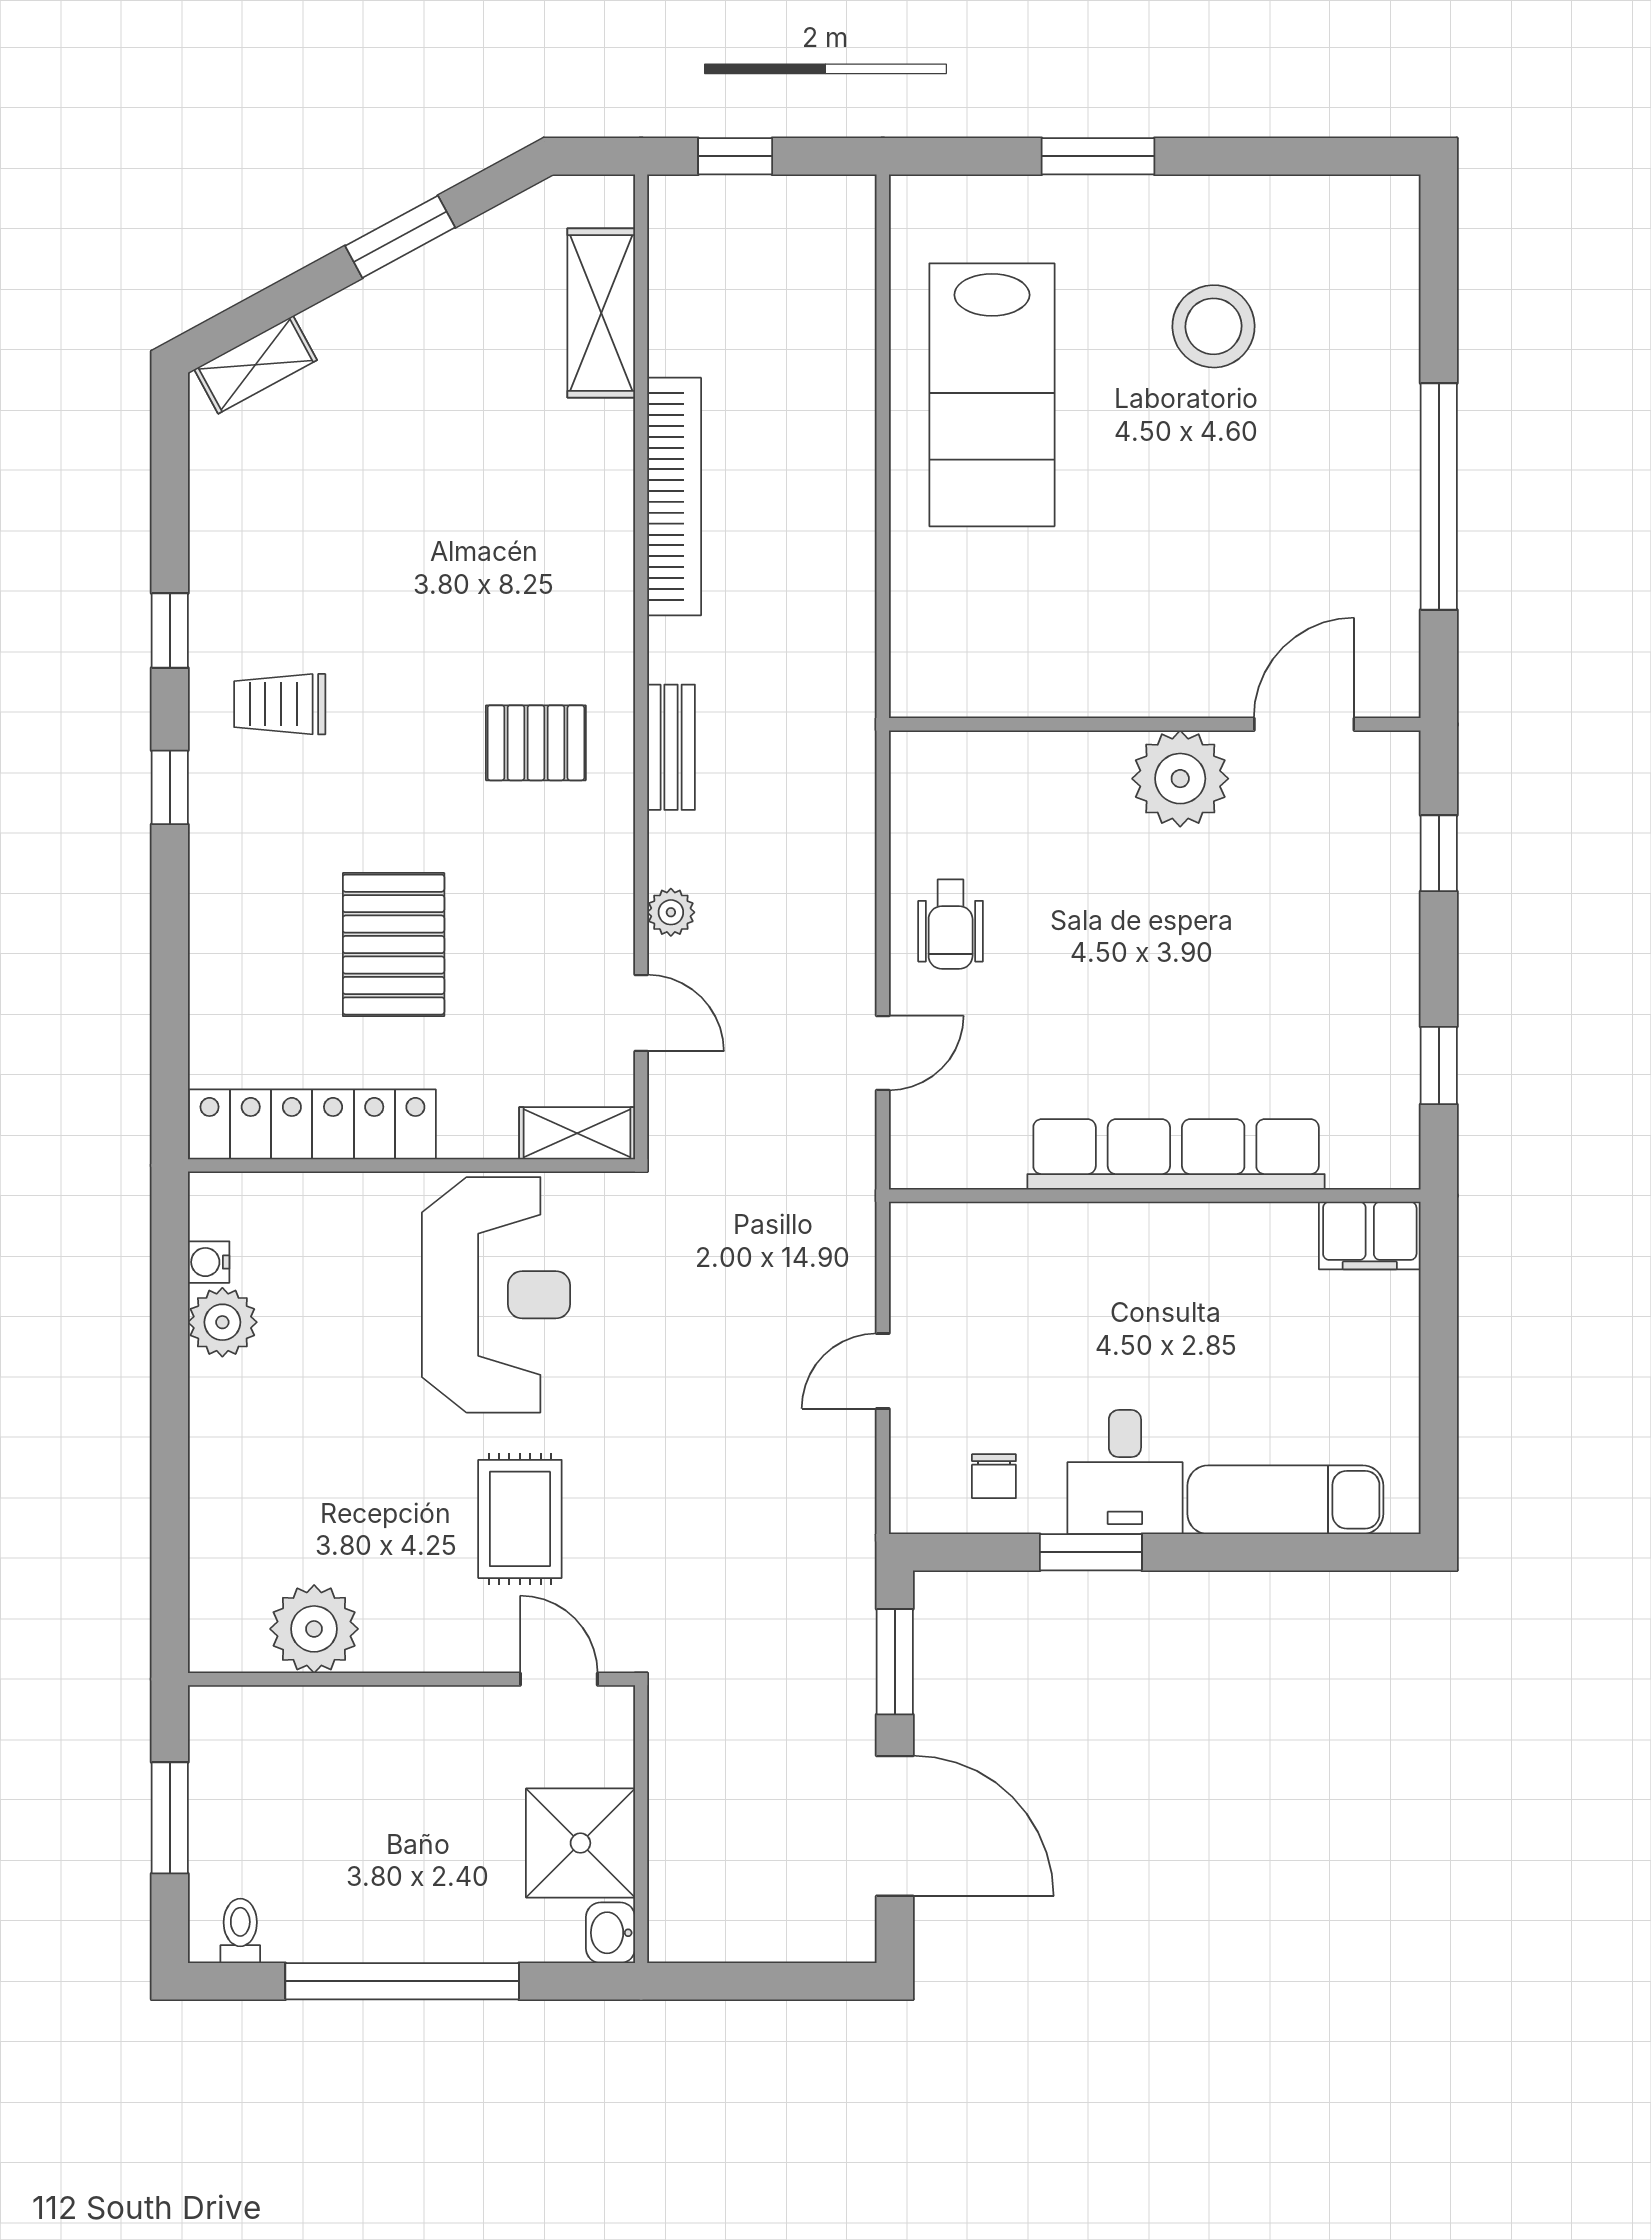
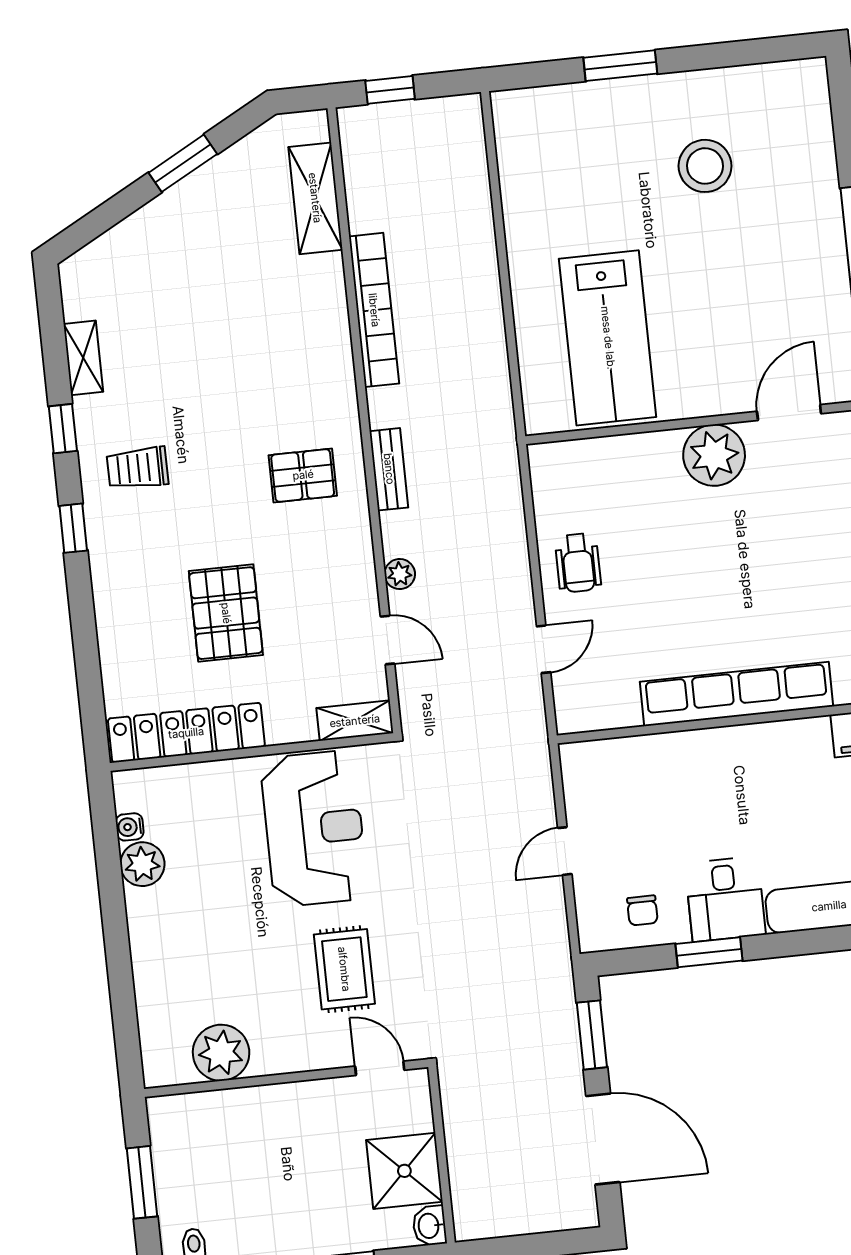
shelving: (256, 365) -> (83, 358), moved, turned -61
lab bench: (992, 395) -> (608, 338), moved

